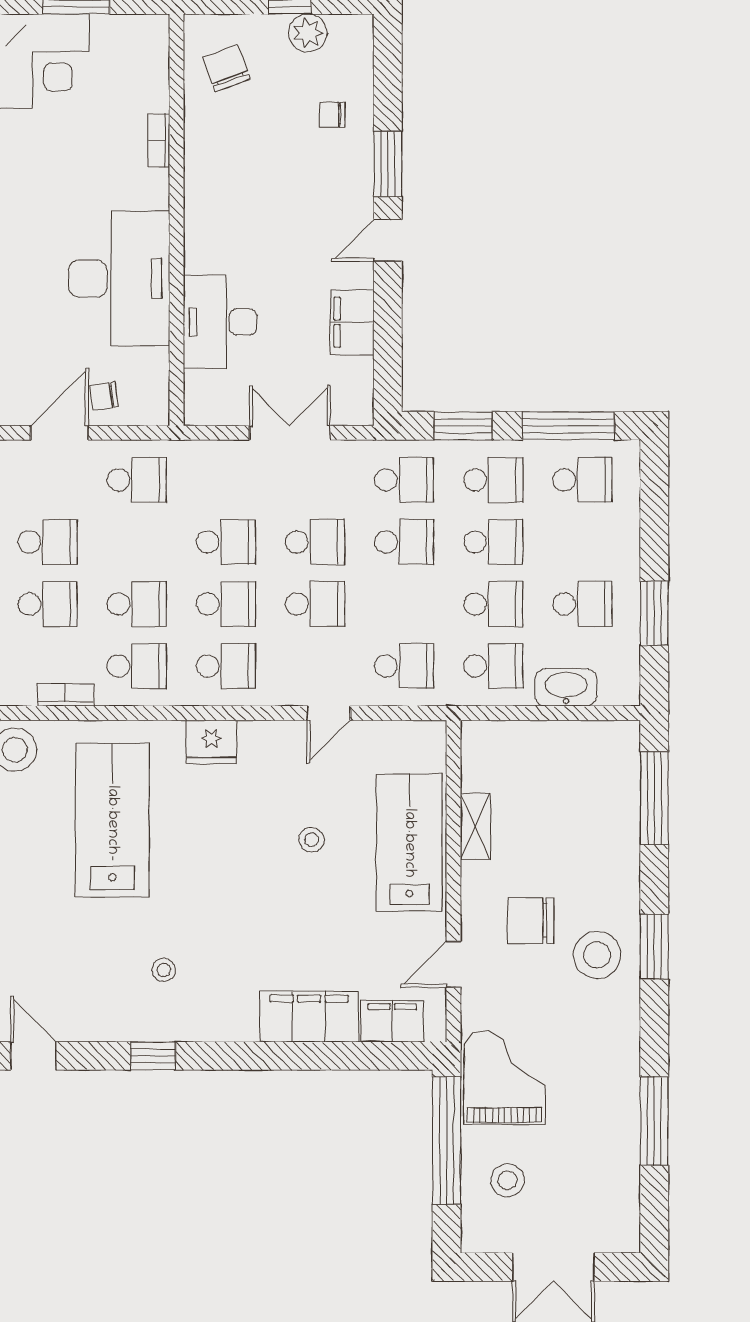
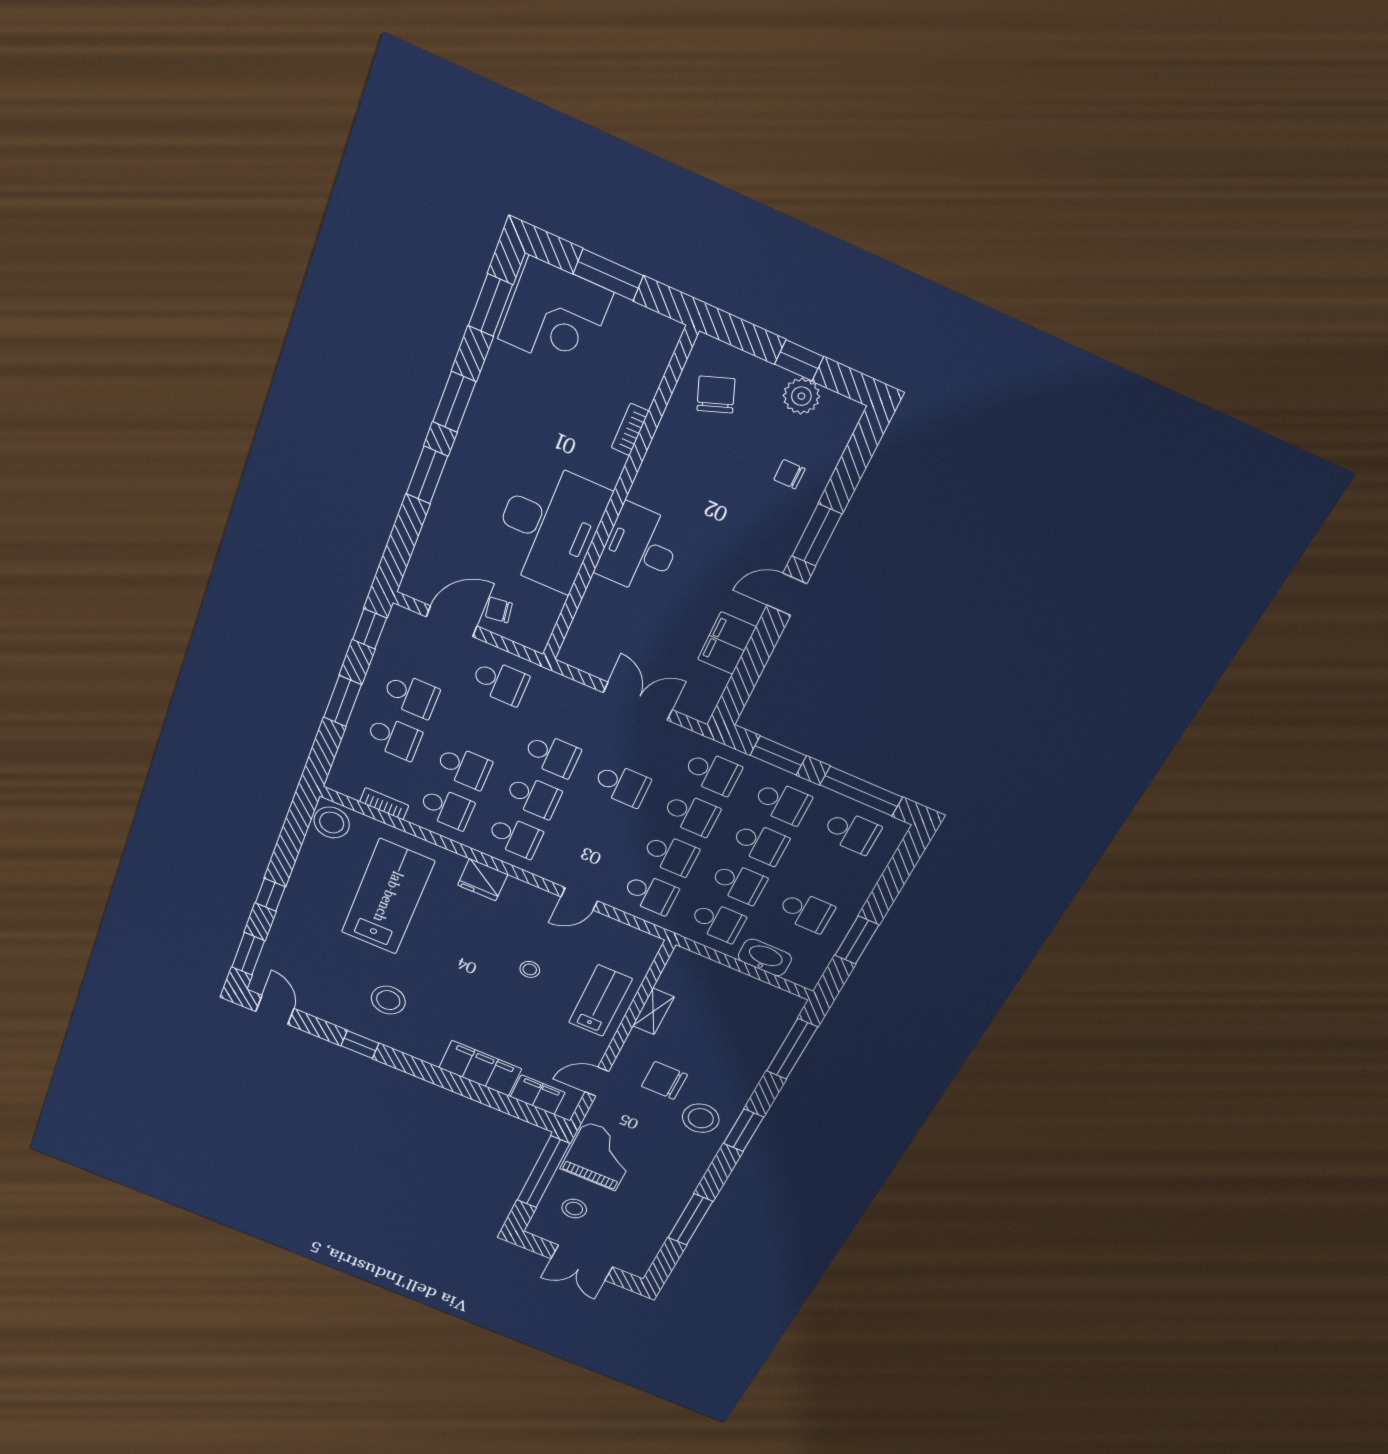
desk: (220, 322) -> (639, 550), moved
school desk: (315, 604) -> (671, 854), moved
lab bench: (409, 843) -> (600, 1001), width x0.73, depth x0.72
stool: (164, 970) -> (388, 1000), width x1.89, depth x1.89

